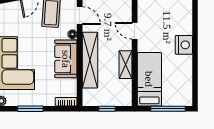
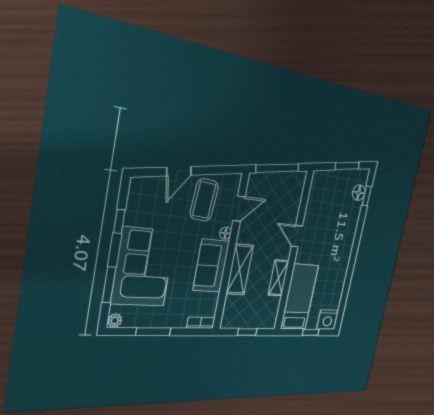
door: (80, 16) -> (239, 209), hinge flipped
nightstand: (184, 45) -> (328, 320), moved, turned 90
shelving: (90, 60) -> (240, 269), width x0.68
window: (168, 109) -> (311, 332), width x0.46

